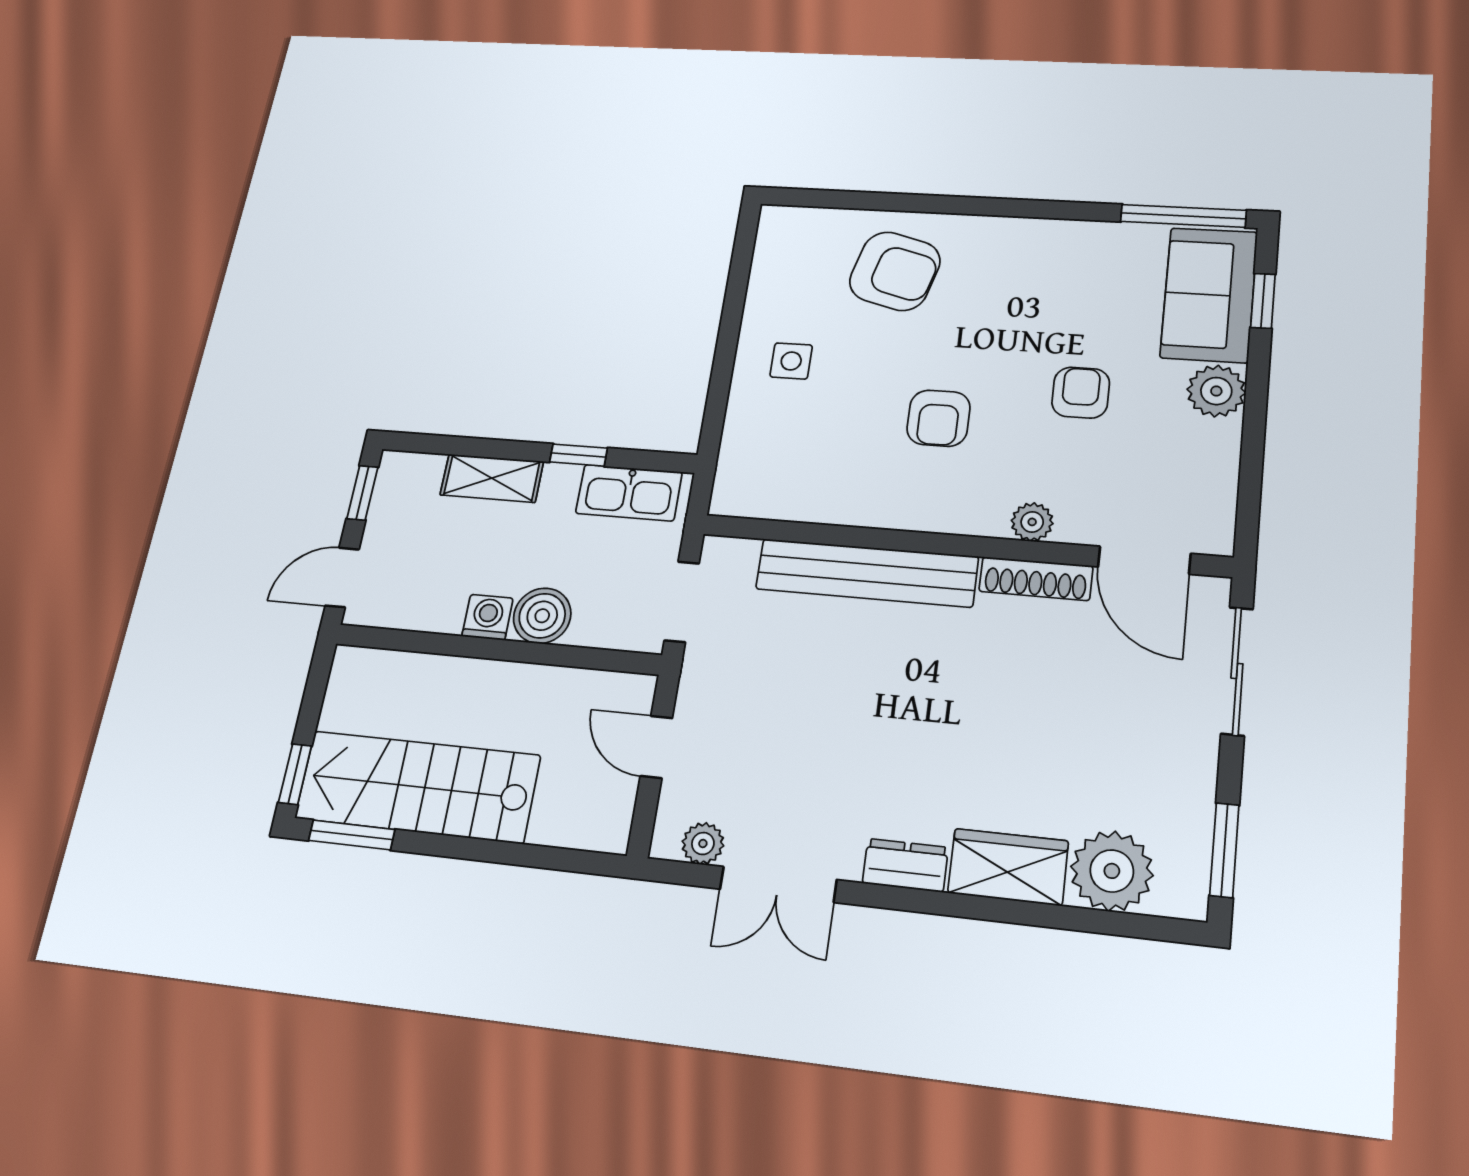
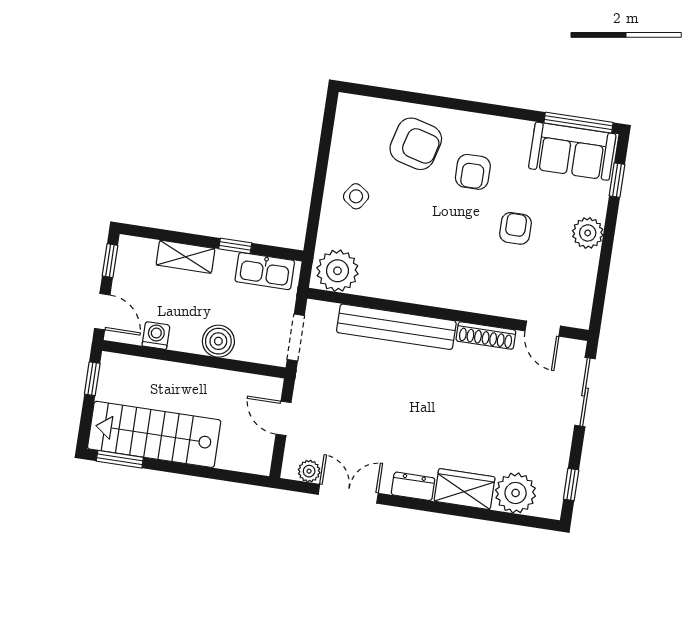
sofa: (1209, 295) -> (572, 151), moved, turned -90
side table: (791, 361) -> (356, 196), turned 34
armchair: (938, 418) -> (473, 172), moved
plant: (1032, 522) -> (337, 271), moved, width x1.87, depth x1.87
door: (1144, 560) -> (543, 329), width x0.73
door: (342, 577) -> (102, 312), swing flipped
washing machine: (487, 617) -> (156, 335), moved
window: (295, 774) -> (92, 379), moved
window: (1224, 850) -> (571, 485), width x0.67
double door: (778, 884) -> (348, 494), swing flipped

